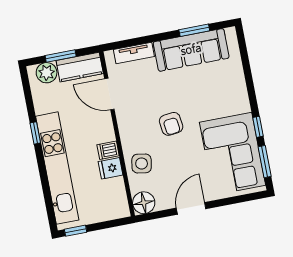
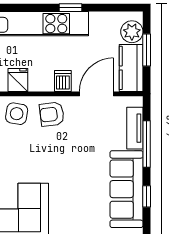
window: (194, 30) -> (147, 196), width x0.67
window: (146, 39) -> (147, 144), added
armchair: (171, 124) -> (52, 114), moved
dishwasher: (108, 150) -> (63, 81), moved

